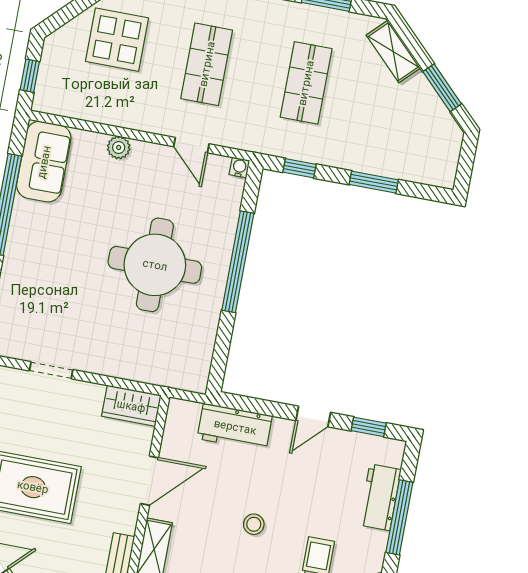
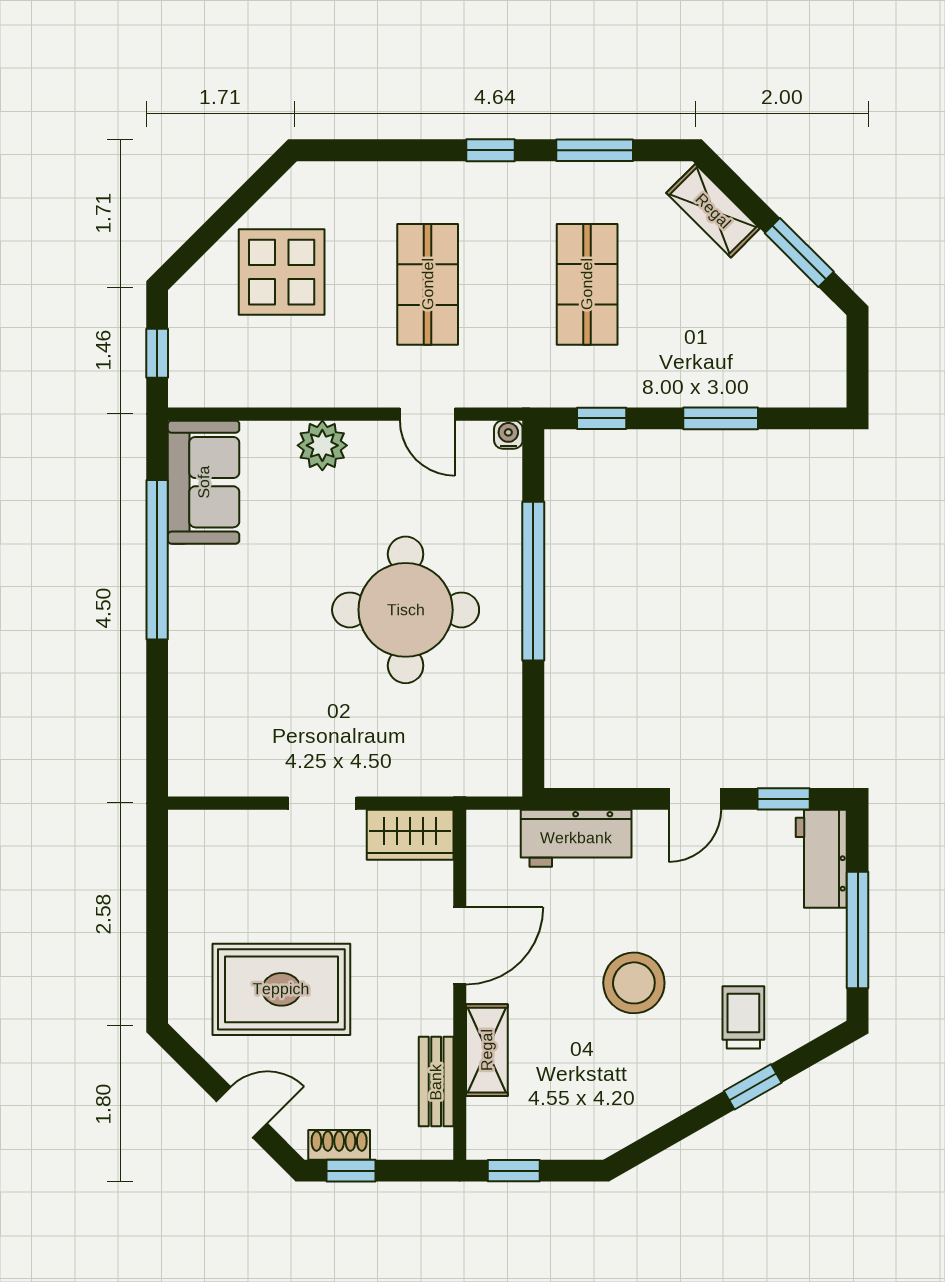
plant: (119, 148) -> (322, 445), width x1.38, depth x1.38
doorway: (51, 370) -> (322, 803), moved
workbench: (380, 497) -> (821, 859), moved
stool: (254, 524) -> (634, 983), width x1.89, depth x1.89

